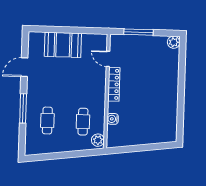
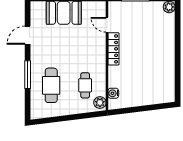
water cooler: (113, 119) -> (113, 93), moved
cafe table: (47, 120) -> (51, 85), width x1.37, depth x1.35

